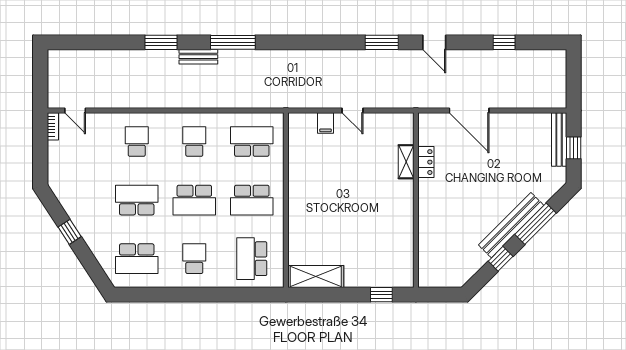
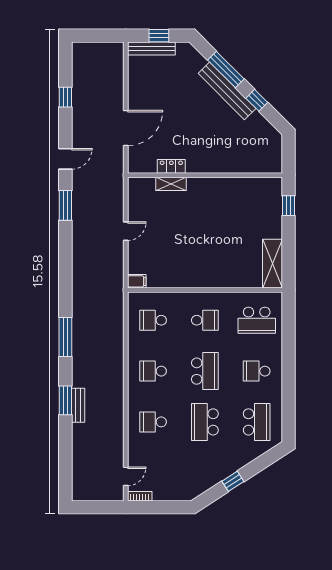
bench: (198, 57) -> (78, 405), moved
filing cabinet: (326, 123) -> (137, 281), moved
school desk: (252, 141) -> (153, 320), width x0.54
school desk: (252, 200) -> (205, 320), width x0.54

